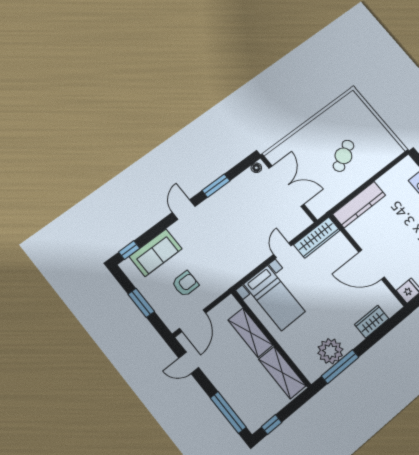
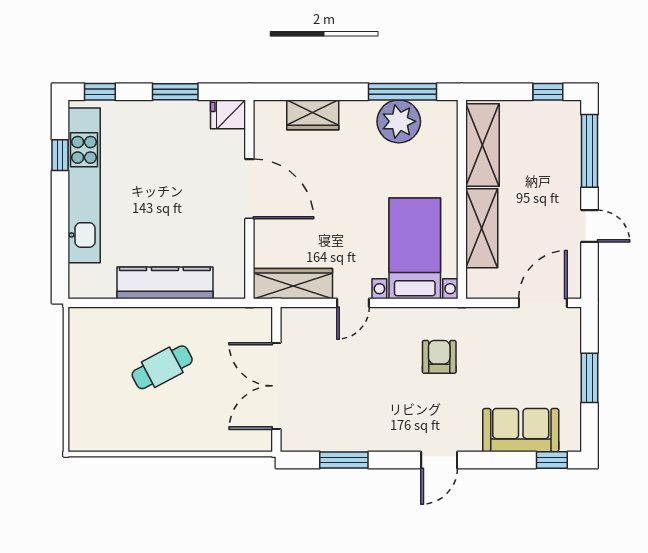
floor lamp: (256, 168) -> (297, 443), removed
window: (216, 186) -> (344, 460), moved
kitchen counter: (359, 205) -> (165, 283), moved
armchair: (185, 284) -> (439, 357), moved, turned 90
door: (189, 363) -> (589, 226), moved

